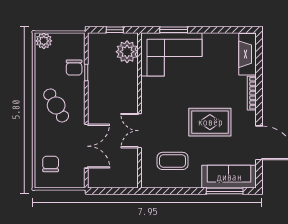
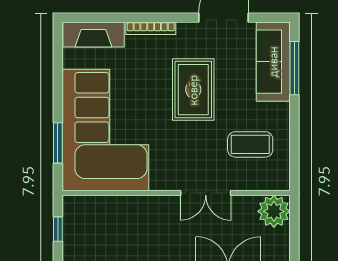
plant: (127, 52) -> (274, 211), moved
corner sofa: (171, 54) -> (105, 130), width x1.36, depth x1.36
coffee table: (173, 161) -> (250, 144), turned 90

